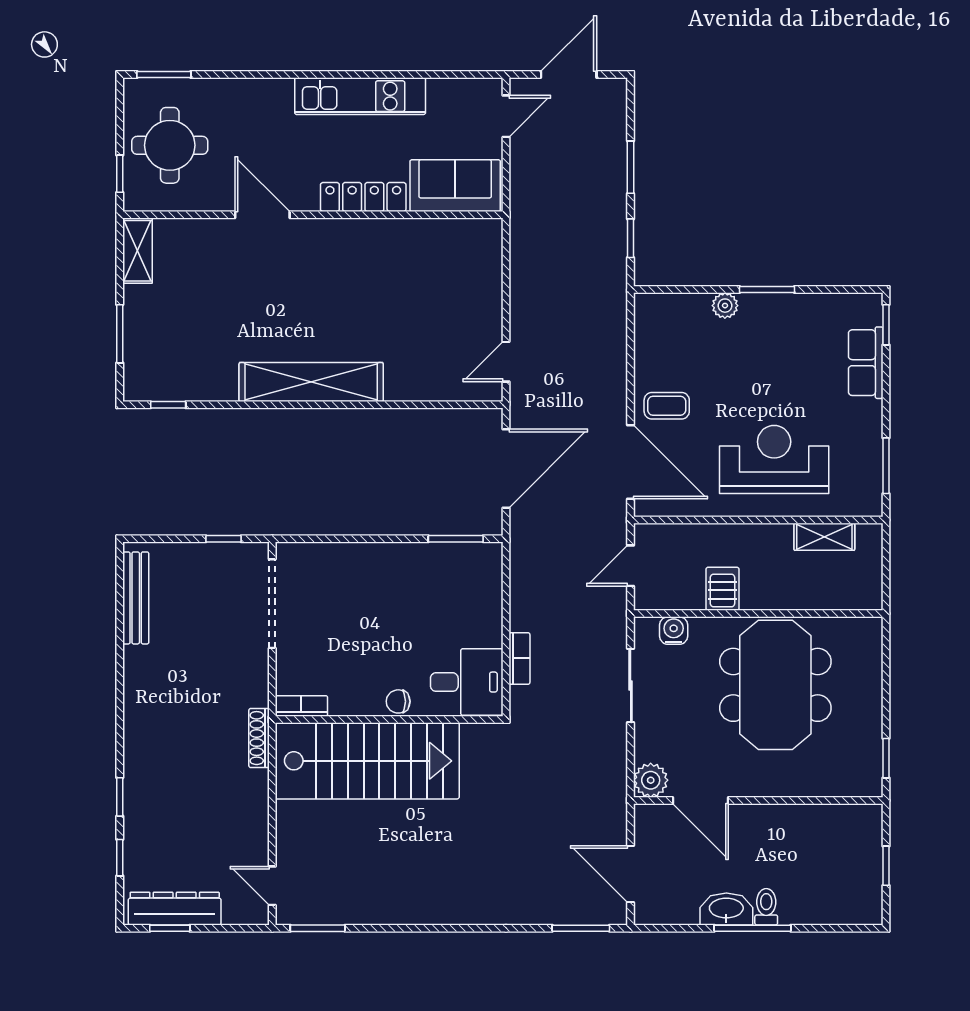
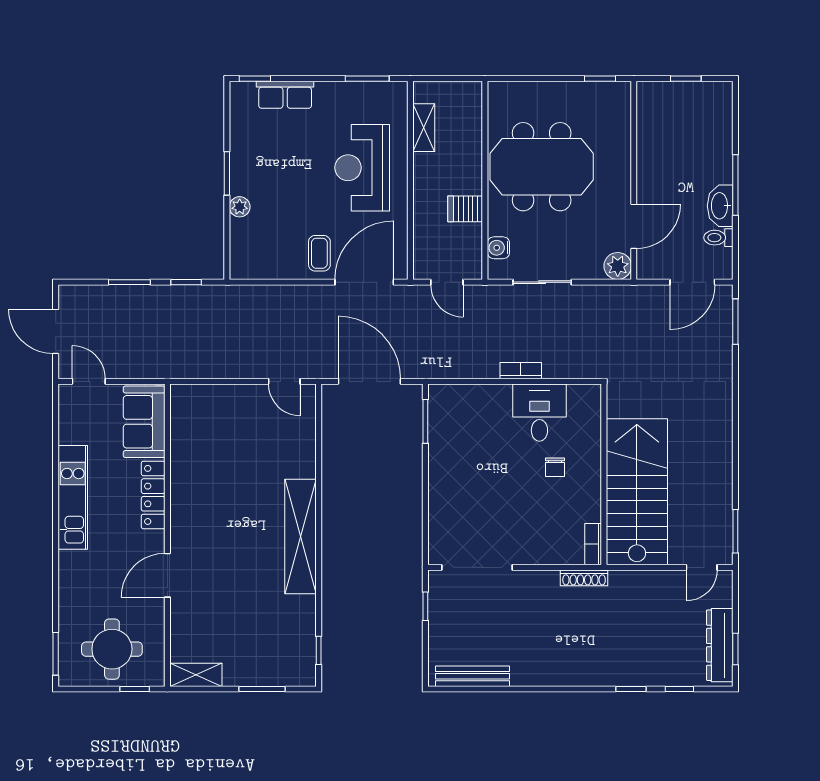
bookcase: (301, 706) -> (593, 544), moved
wall: (389, 719) -> (604, 474), moved
stairs: (367, 761) -> (637, 492), moved
toilet: (766, 907) -> (718, 238), moved

